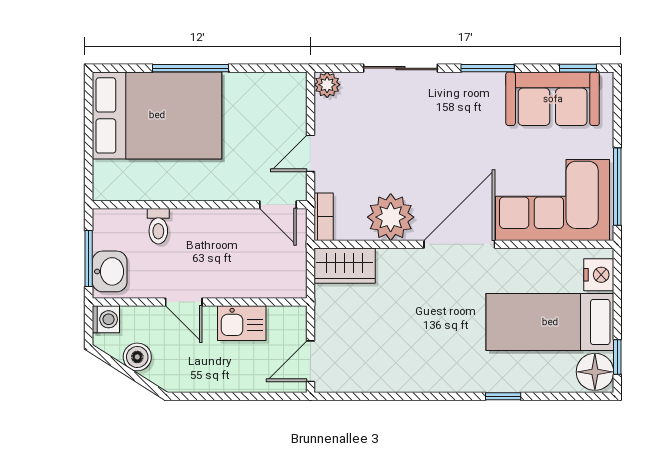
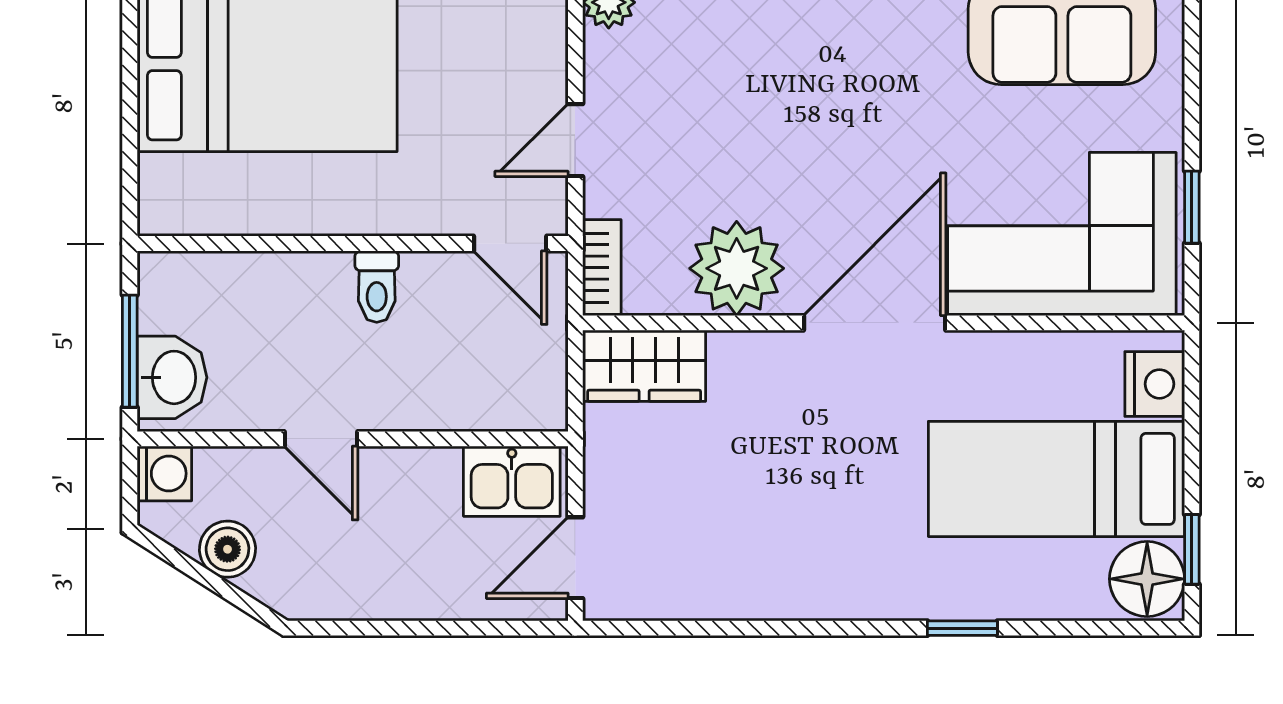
window: (617, 187) -> (1192, 207), width x0.46
toilet: (158, 226) -> (377, 287), moved
kitchen sink: (242, 323) -> (512, 481), moved

